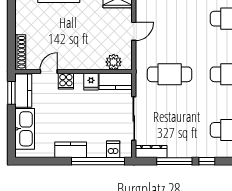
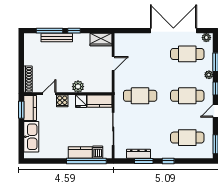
plant: (114, 62) -> (78, 87), moved
kitchen counter: (71, 150) -> (80, 152), moved
dresser: (151, 151) -> (139, 154), moved
window: (174, 161) -> (144, 161), width x0.69

